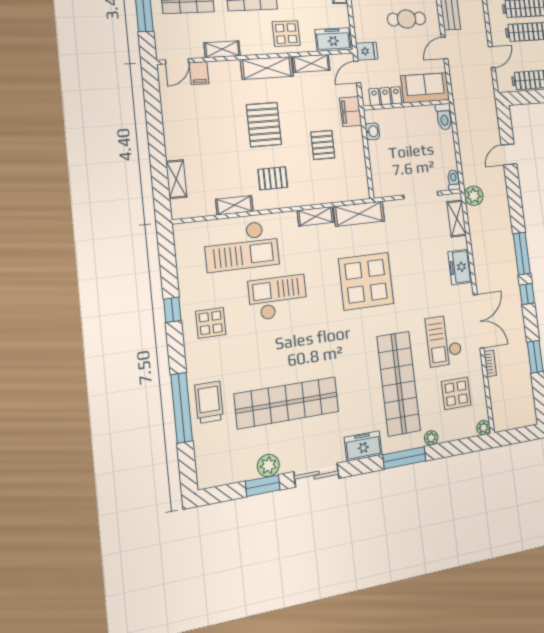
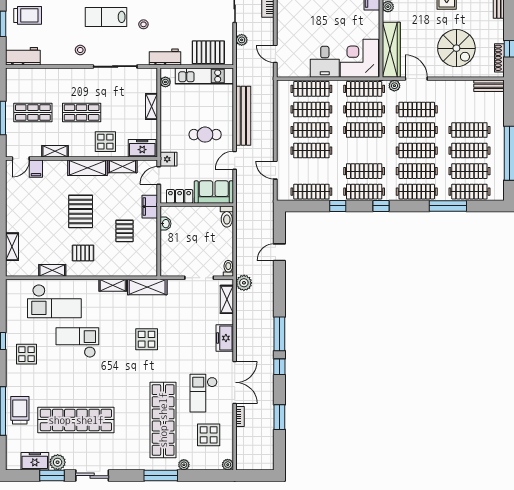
door: (492, 57) -> (275, 170), swing flipped
display table: (366, 281) -> (147, 339), width x0.54, depth x0.54
freezer: (363, 446) -> (35, 461), moved

